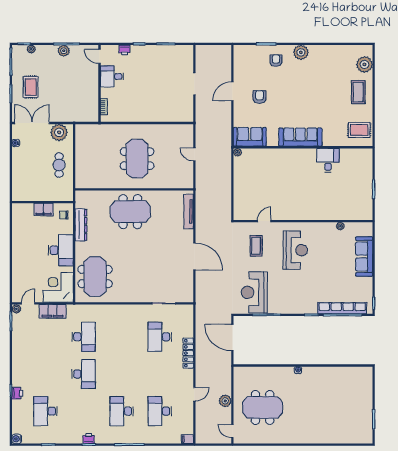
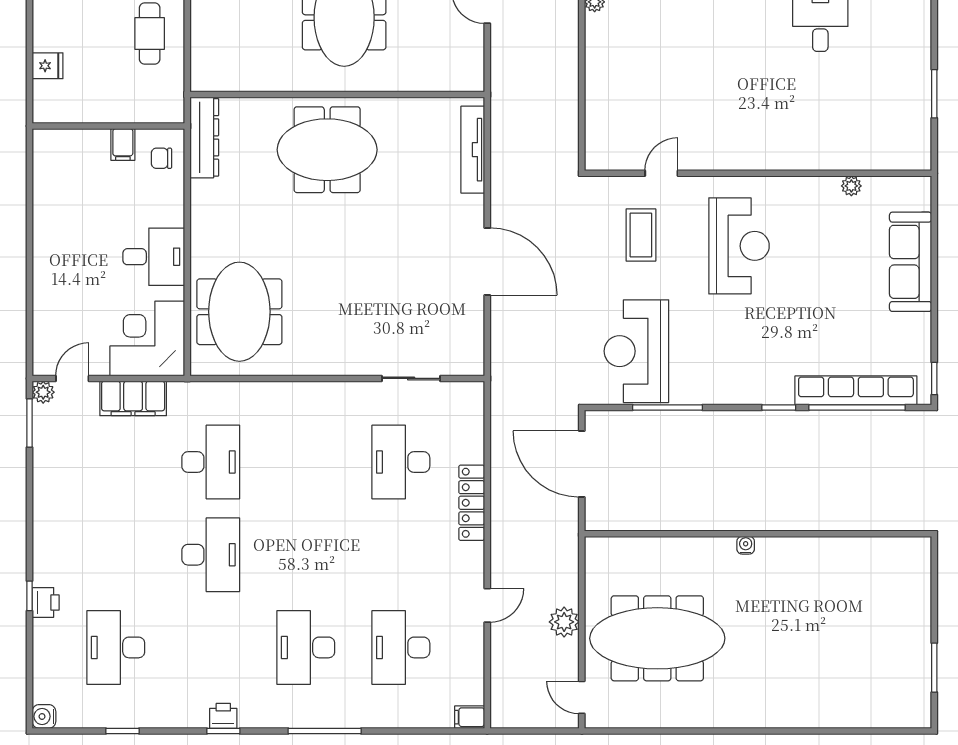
fridge: (18, 178) -> (47, 66), added
filing cabinet: (44, 210) -> (123, 145), width x0.50
dresser: (81, 225) -> (204, 137), moved
desk: (61, 250) -> (154, 257), width x0.73
meeting table: (263, 407) -> (657, 638), width x1.36

